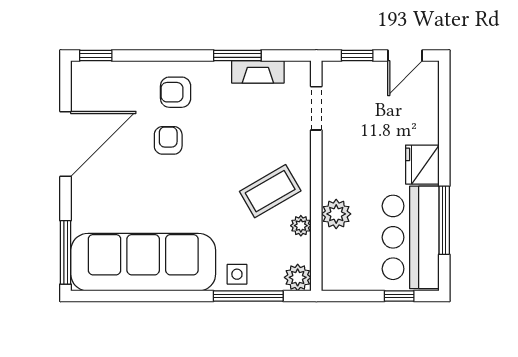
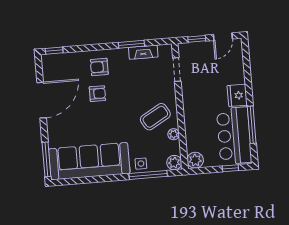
armchair: (168, 140) -> (97, 94), turned 90
plant: (336, 214) -> (195, 160), moved

